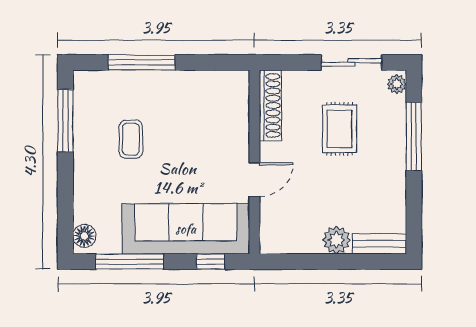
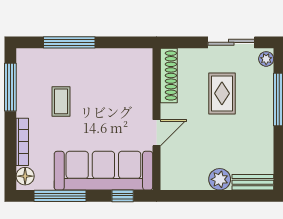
bookcase: (81, 192) -> (22, 142), added

